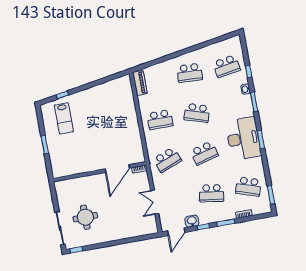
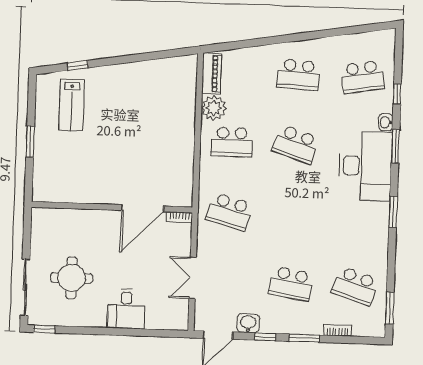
plant: (145, 102) -> (214, 108), added
desk: (243, 139) -> (365, 166), moved
school desk: (204, 153) -> (294, 214), removed
school desk: (167, 160) -> (229, 212), turned 36
desk: (120, 228) -> (126, 309), added

